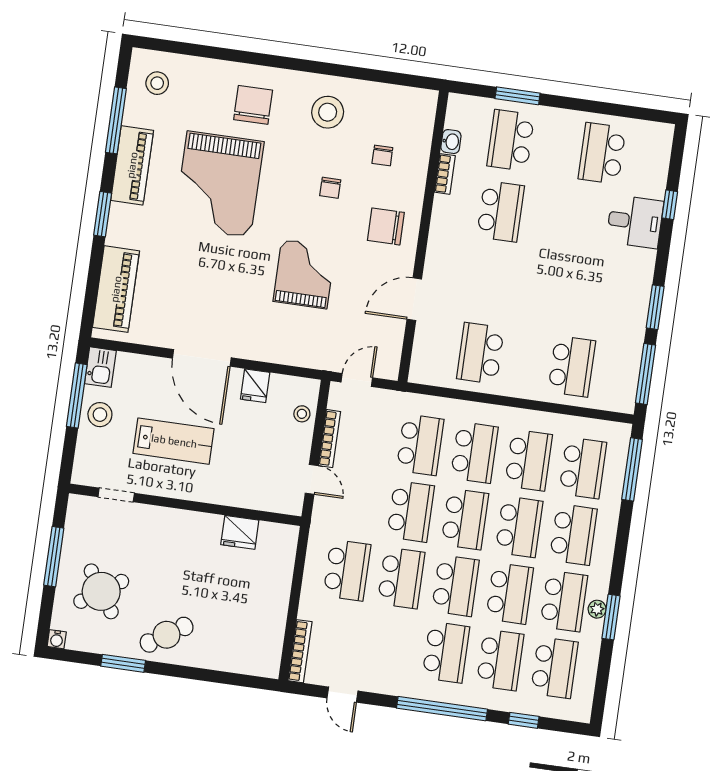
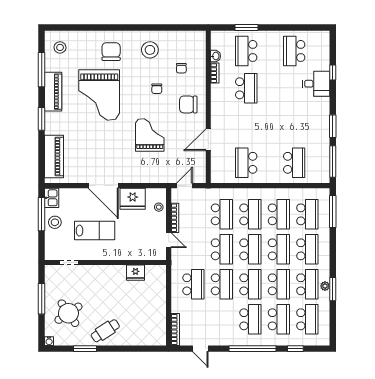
fridge: (255, 386) -> (133, 199), width x1.88, depth x1.34

